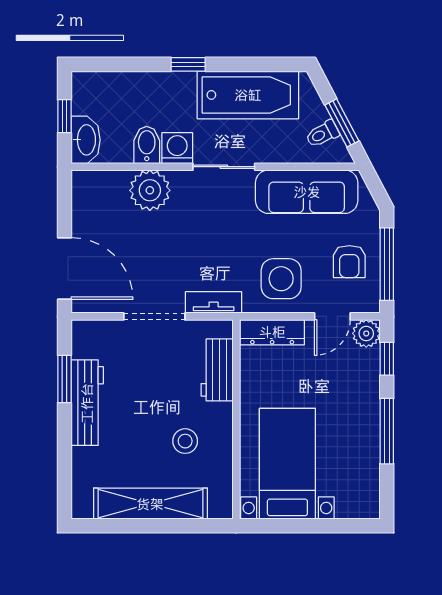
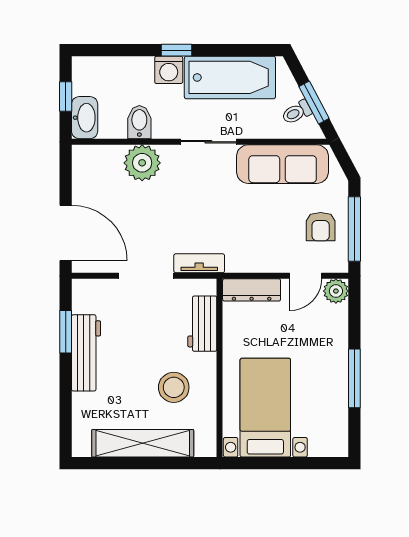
washing machine: (177, 148) -> (169, 70), moved, turned 180
side table: (281, 279) -> (260, 242), removed
window: (387, 359) -> (354, 314), removed
stool: (185, 441) -> (174, 387), width x1.38, depth x1.38

